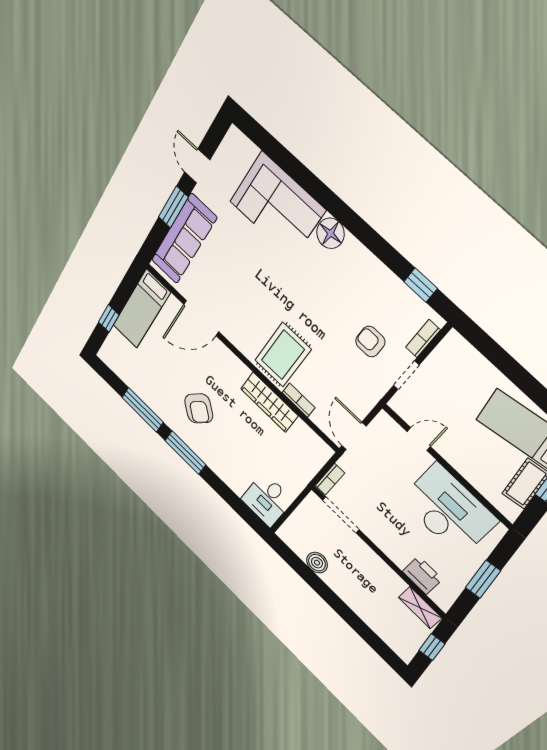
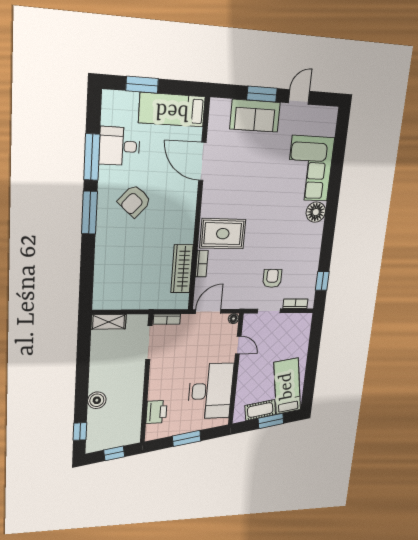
sofa: (184, 239) -> (255, 116), width x0.73
window: (109, 318) -> (142, 85), width x1.50
wardrobe: (269, 402) -> (182, 269), moved
floor lamp: (383, 419) -> (234, 319), added
desk: (267, 500) -> (120, 146), moved
boiler: (317, 563) -> (97, 400), moved
shelving: (420, 608) -> (109, 322), moved, turned 90
window: (380, 647) -> (80, 431), added

